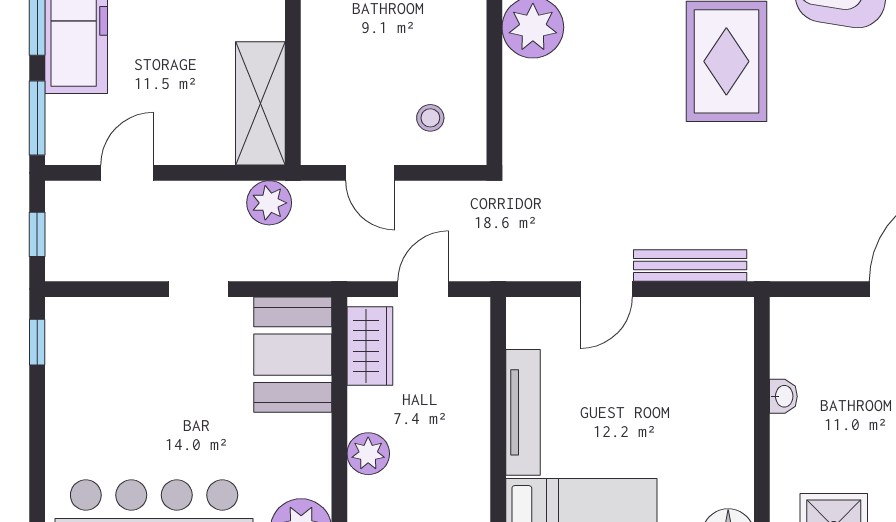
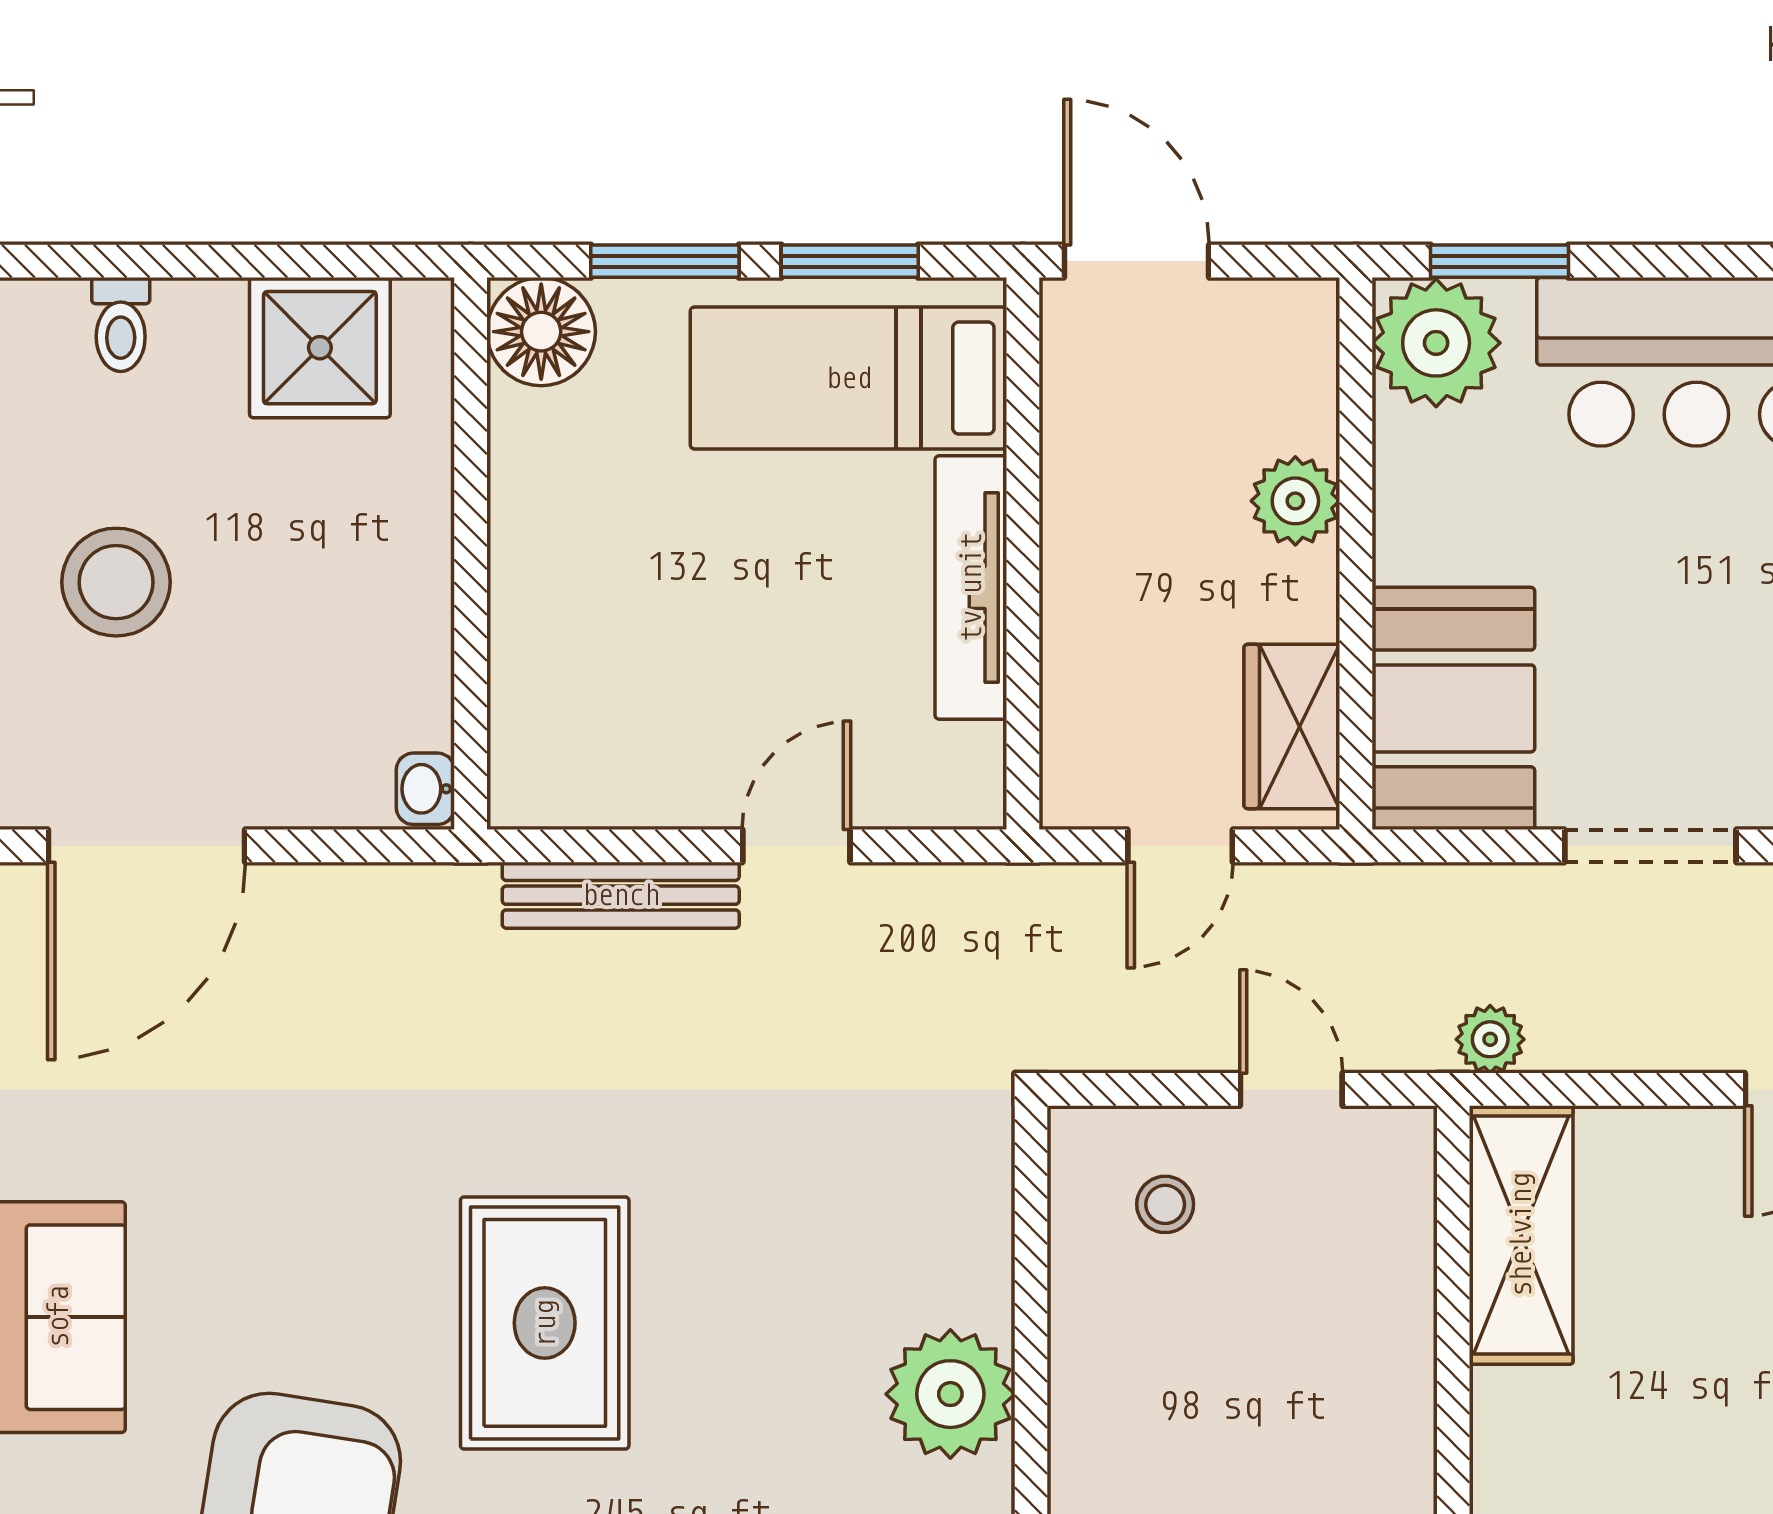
plant: (269, 203) -> (1490, 1039), width x0.73, depth x0.73
doorway: (199, 289) -> (1650, 846), width x1.38
washbasin: (783, 396) -> (425, 789), moved

